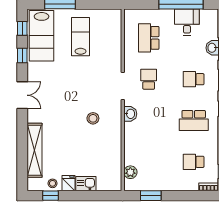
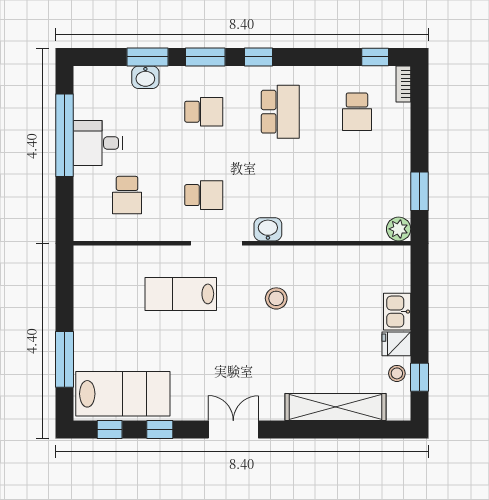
desk: (187, 22) -> (98, 143), moved
lab bench: (81, 37) -> (181, 294), moved
school desk: (149, 38) -> (127, 195), width x0.54
school desk: (149, 79) -> (204, 195), turned 180
school desk: (194, 79) -> (204, 112), turned -90
plant: (130, 172) -> (399, 229), moved

